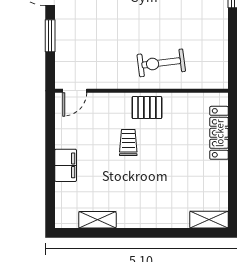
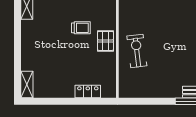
locker: (219, 133) -> (88, 92), width x0.66

